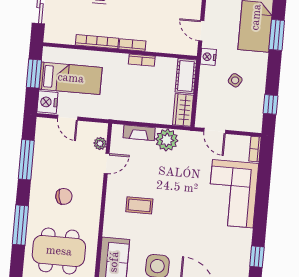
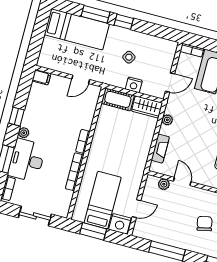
nightstand: (208, 57) -> (134, 85), moved
bookcase: (142, 60) -> (97, 135), removed
window: (270, 104) -> (124, 22), moved
plant: (167, 140) -> (167, 120), width x0.53, depth x0.53

